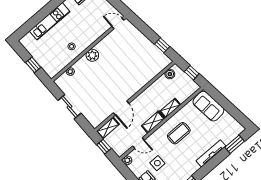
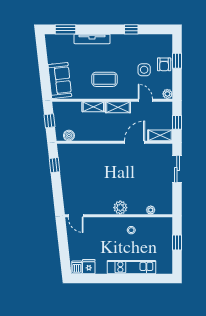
sliding door: (69, 107) -> (177, 169), moved

